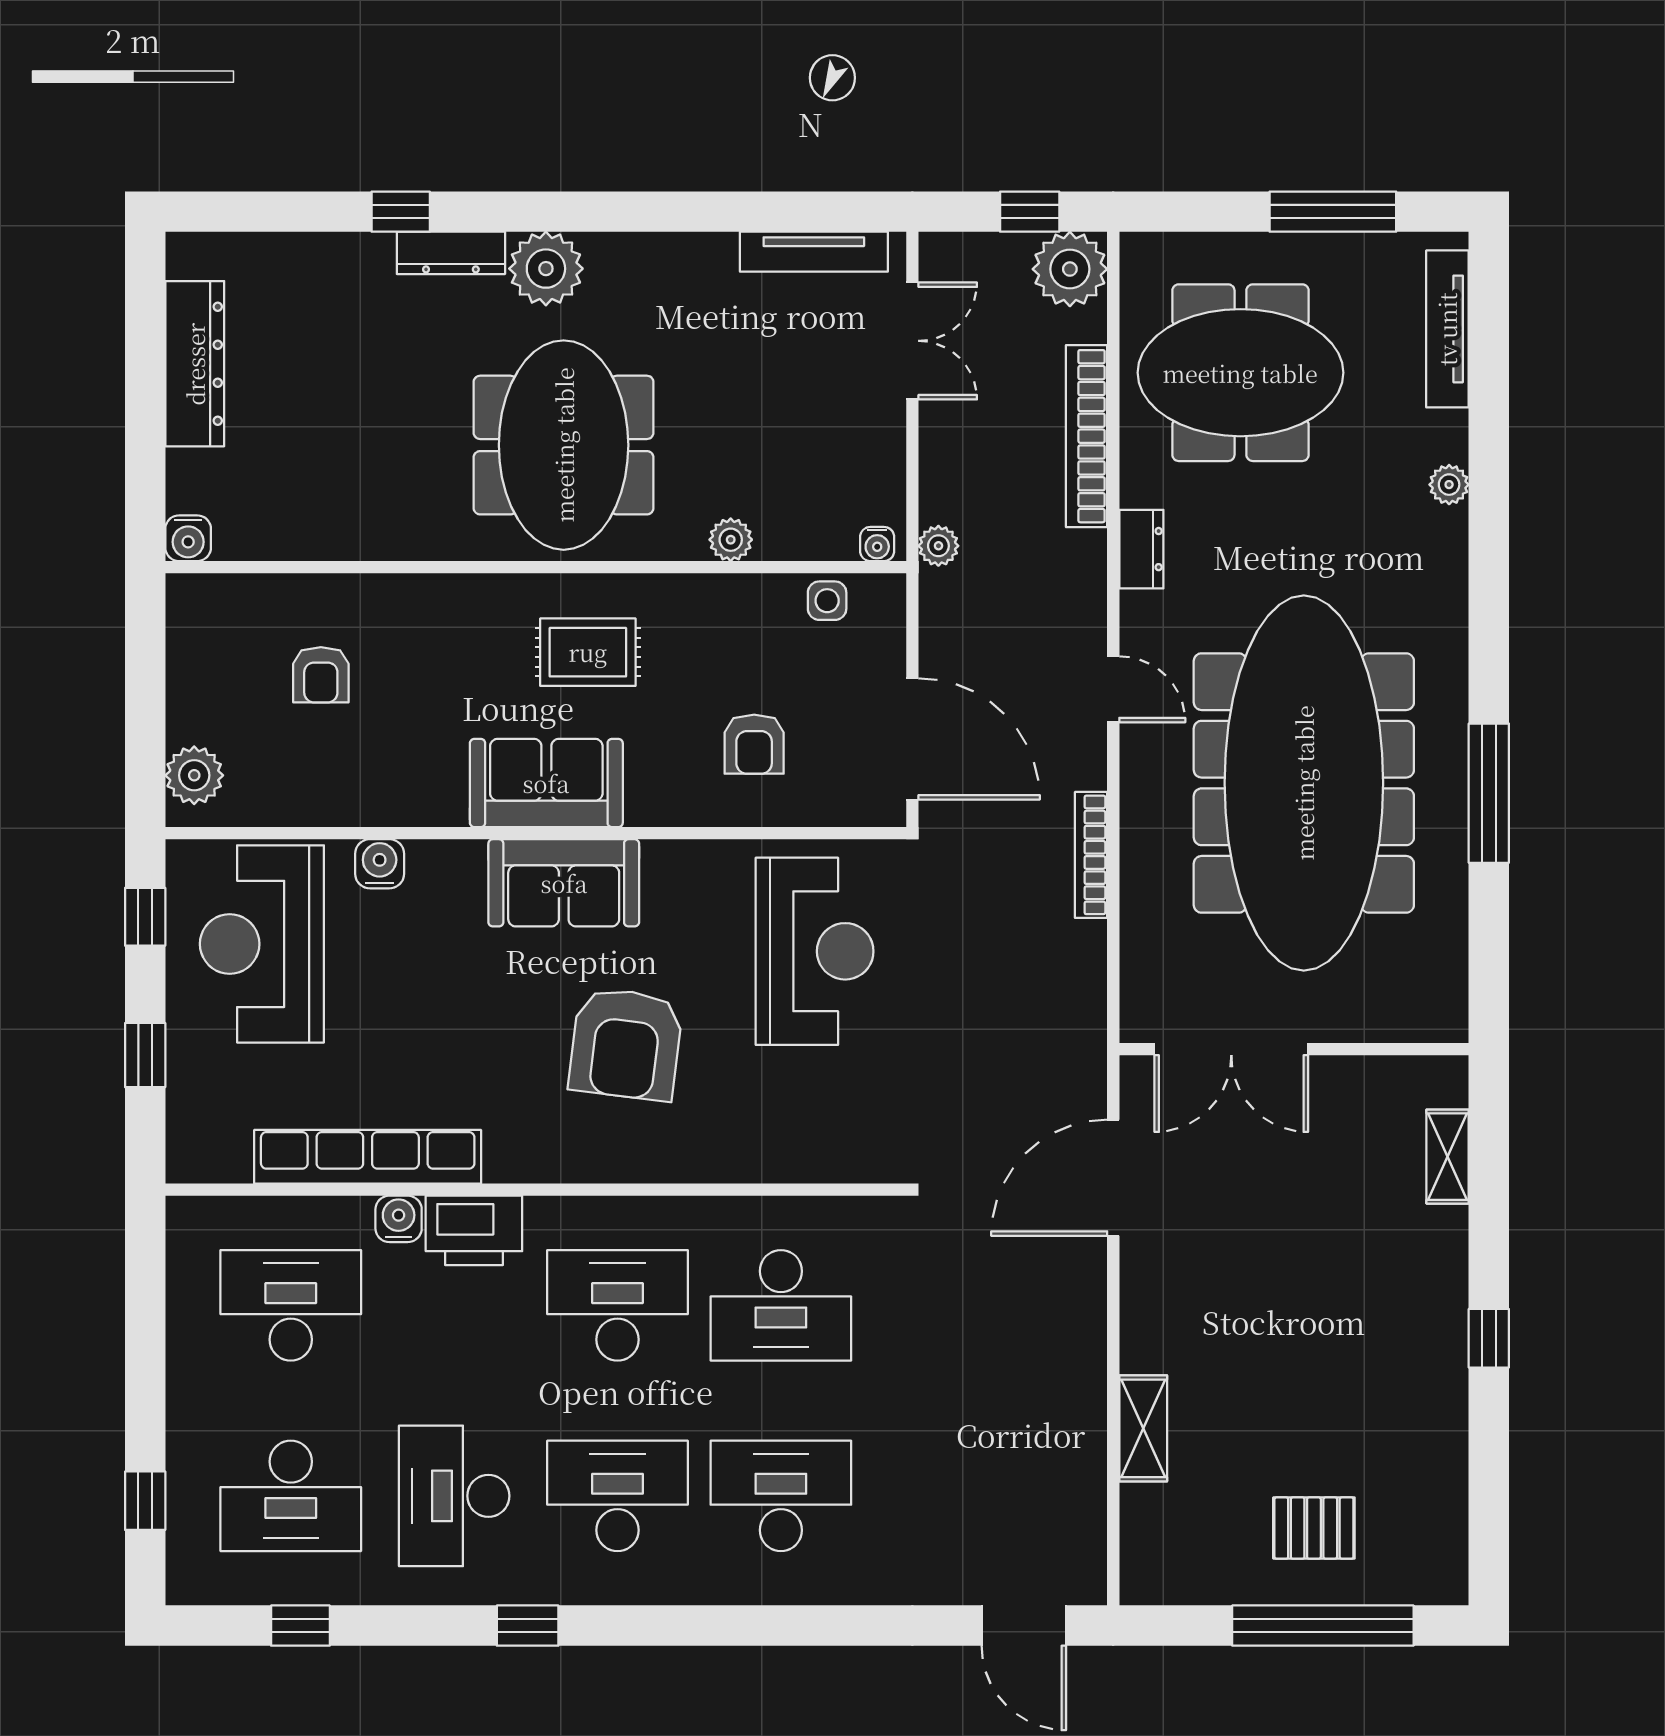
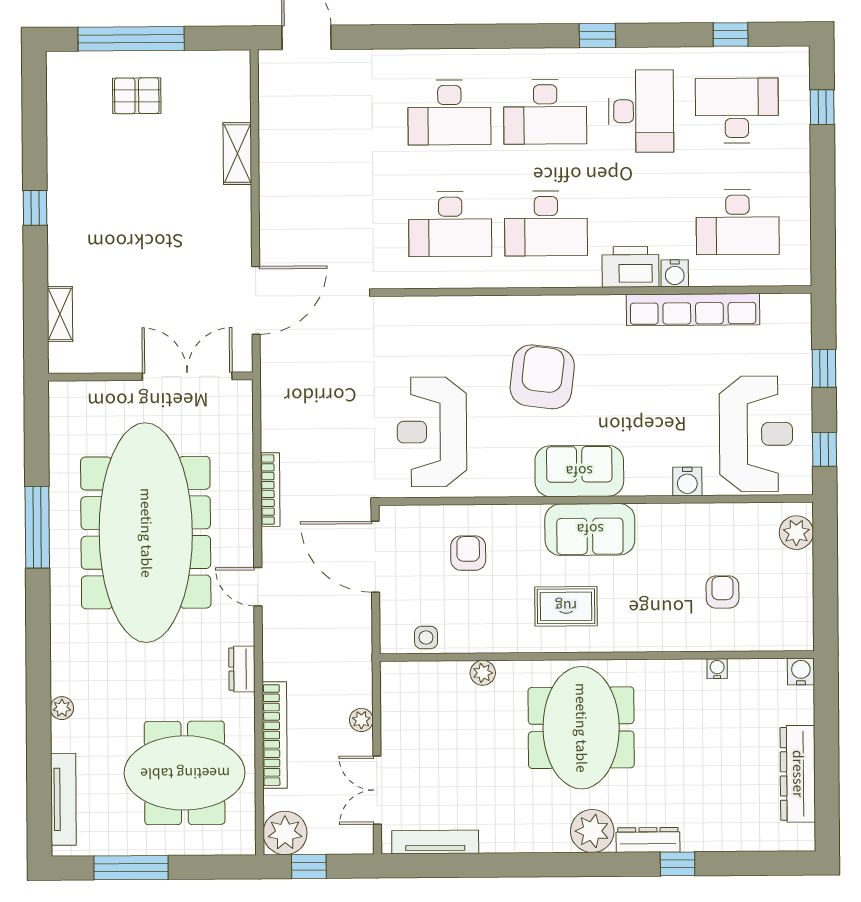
water cooler: (877, 544) -> (717, 669), moved
plant: (938, 546) -> (361, 720), moved
desk: (781, 1305) -> (450, 224), turned 180

